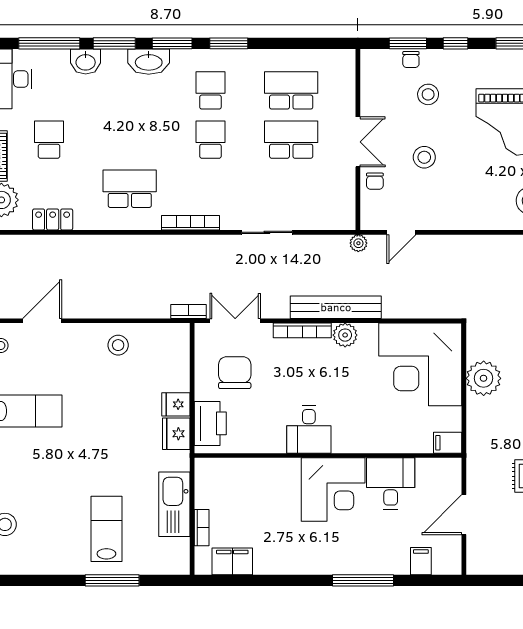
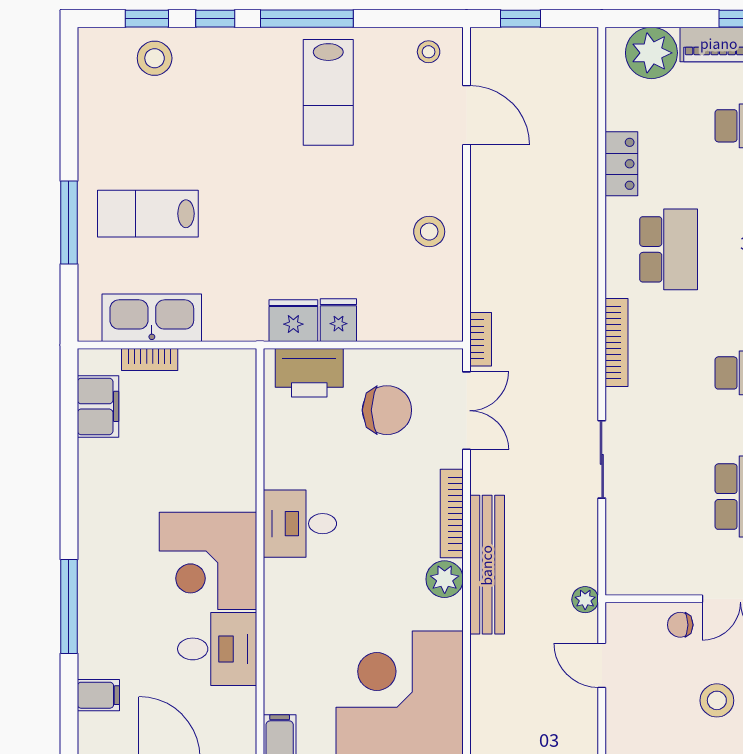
locker: (53, 220) -> (621, 164), moved
kitchen sink: (174, 504) -> (152, 318), moved
lab bench: (106, 529) -> (148, 214), turned 180

